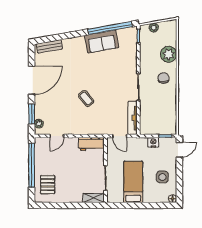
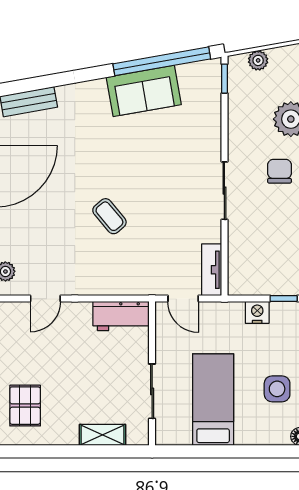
tv unit: (133, 118) -> (212, 270), width x0.71
shelving: (94, 198) -> (102, 435), moved

